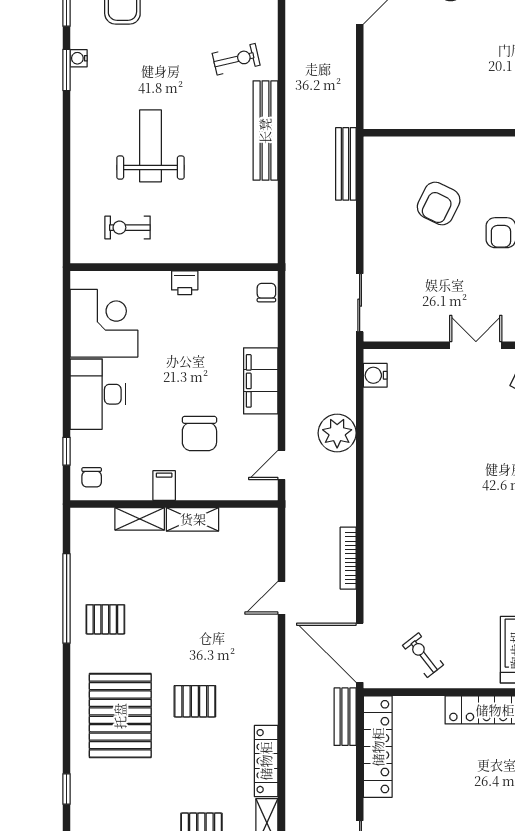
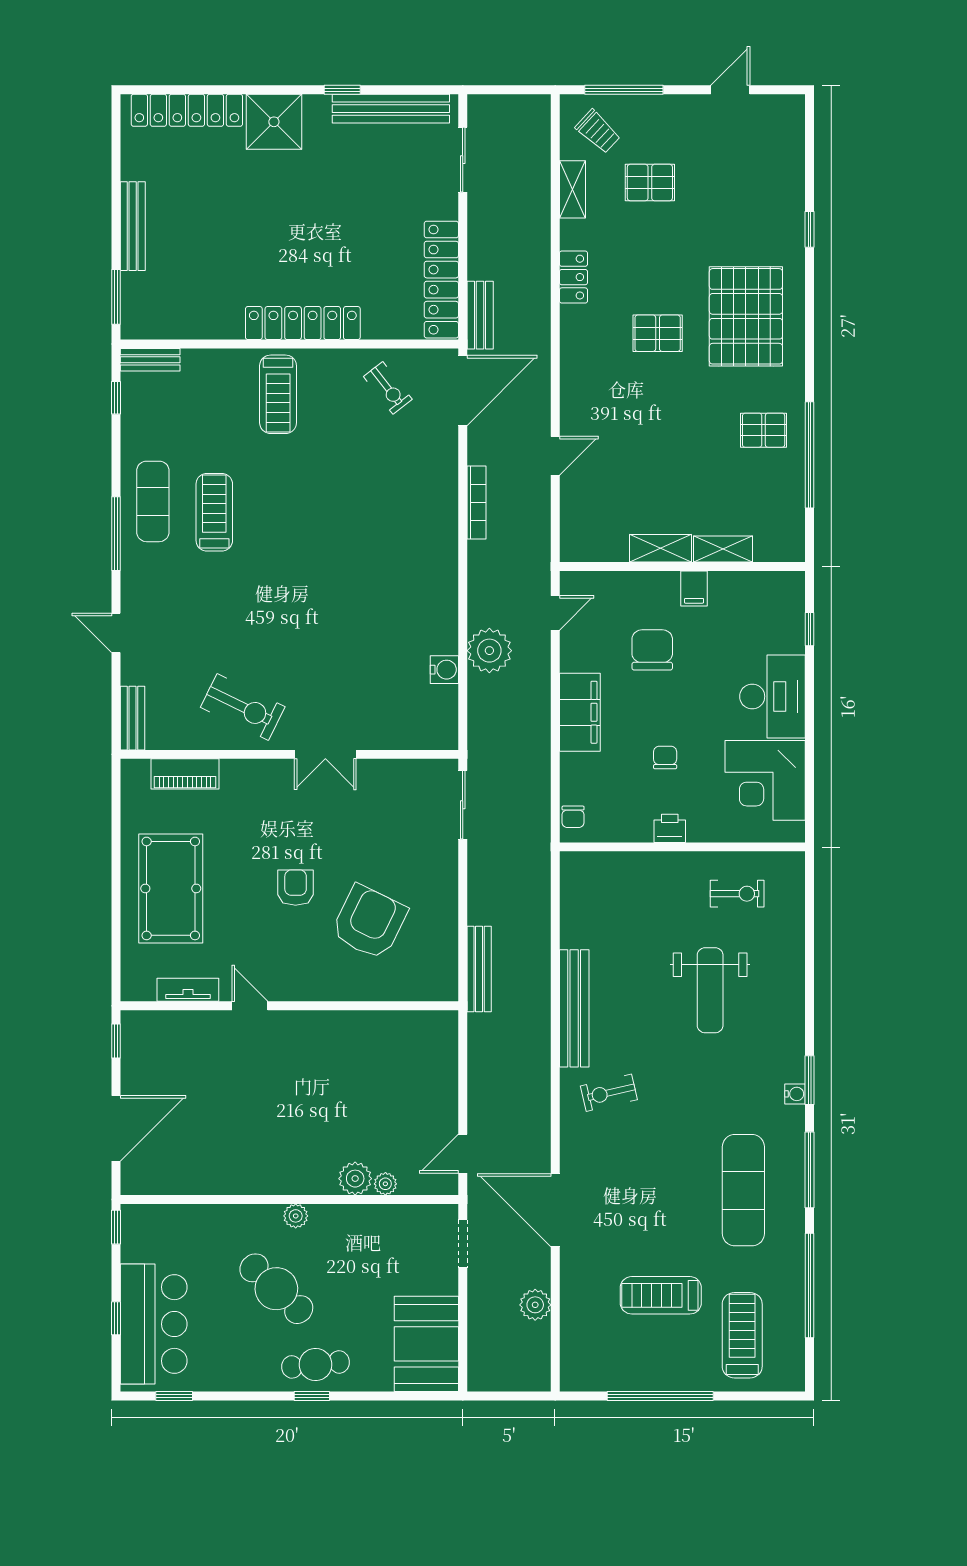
armchair: (439, 203) -> (369, 922), width x1.36, depth x1.36
water cooler: (375, 375) -> (444, 670), moved
chair: (92, 477) -> (665, 758), moved
door: (360, 653) -> (463, 391), hinge flipped
locker: (266, 761) -> (573, 277), width x0.66

